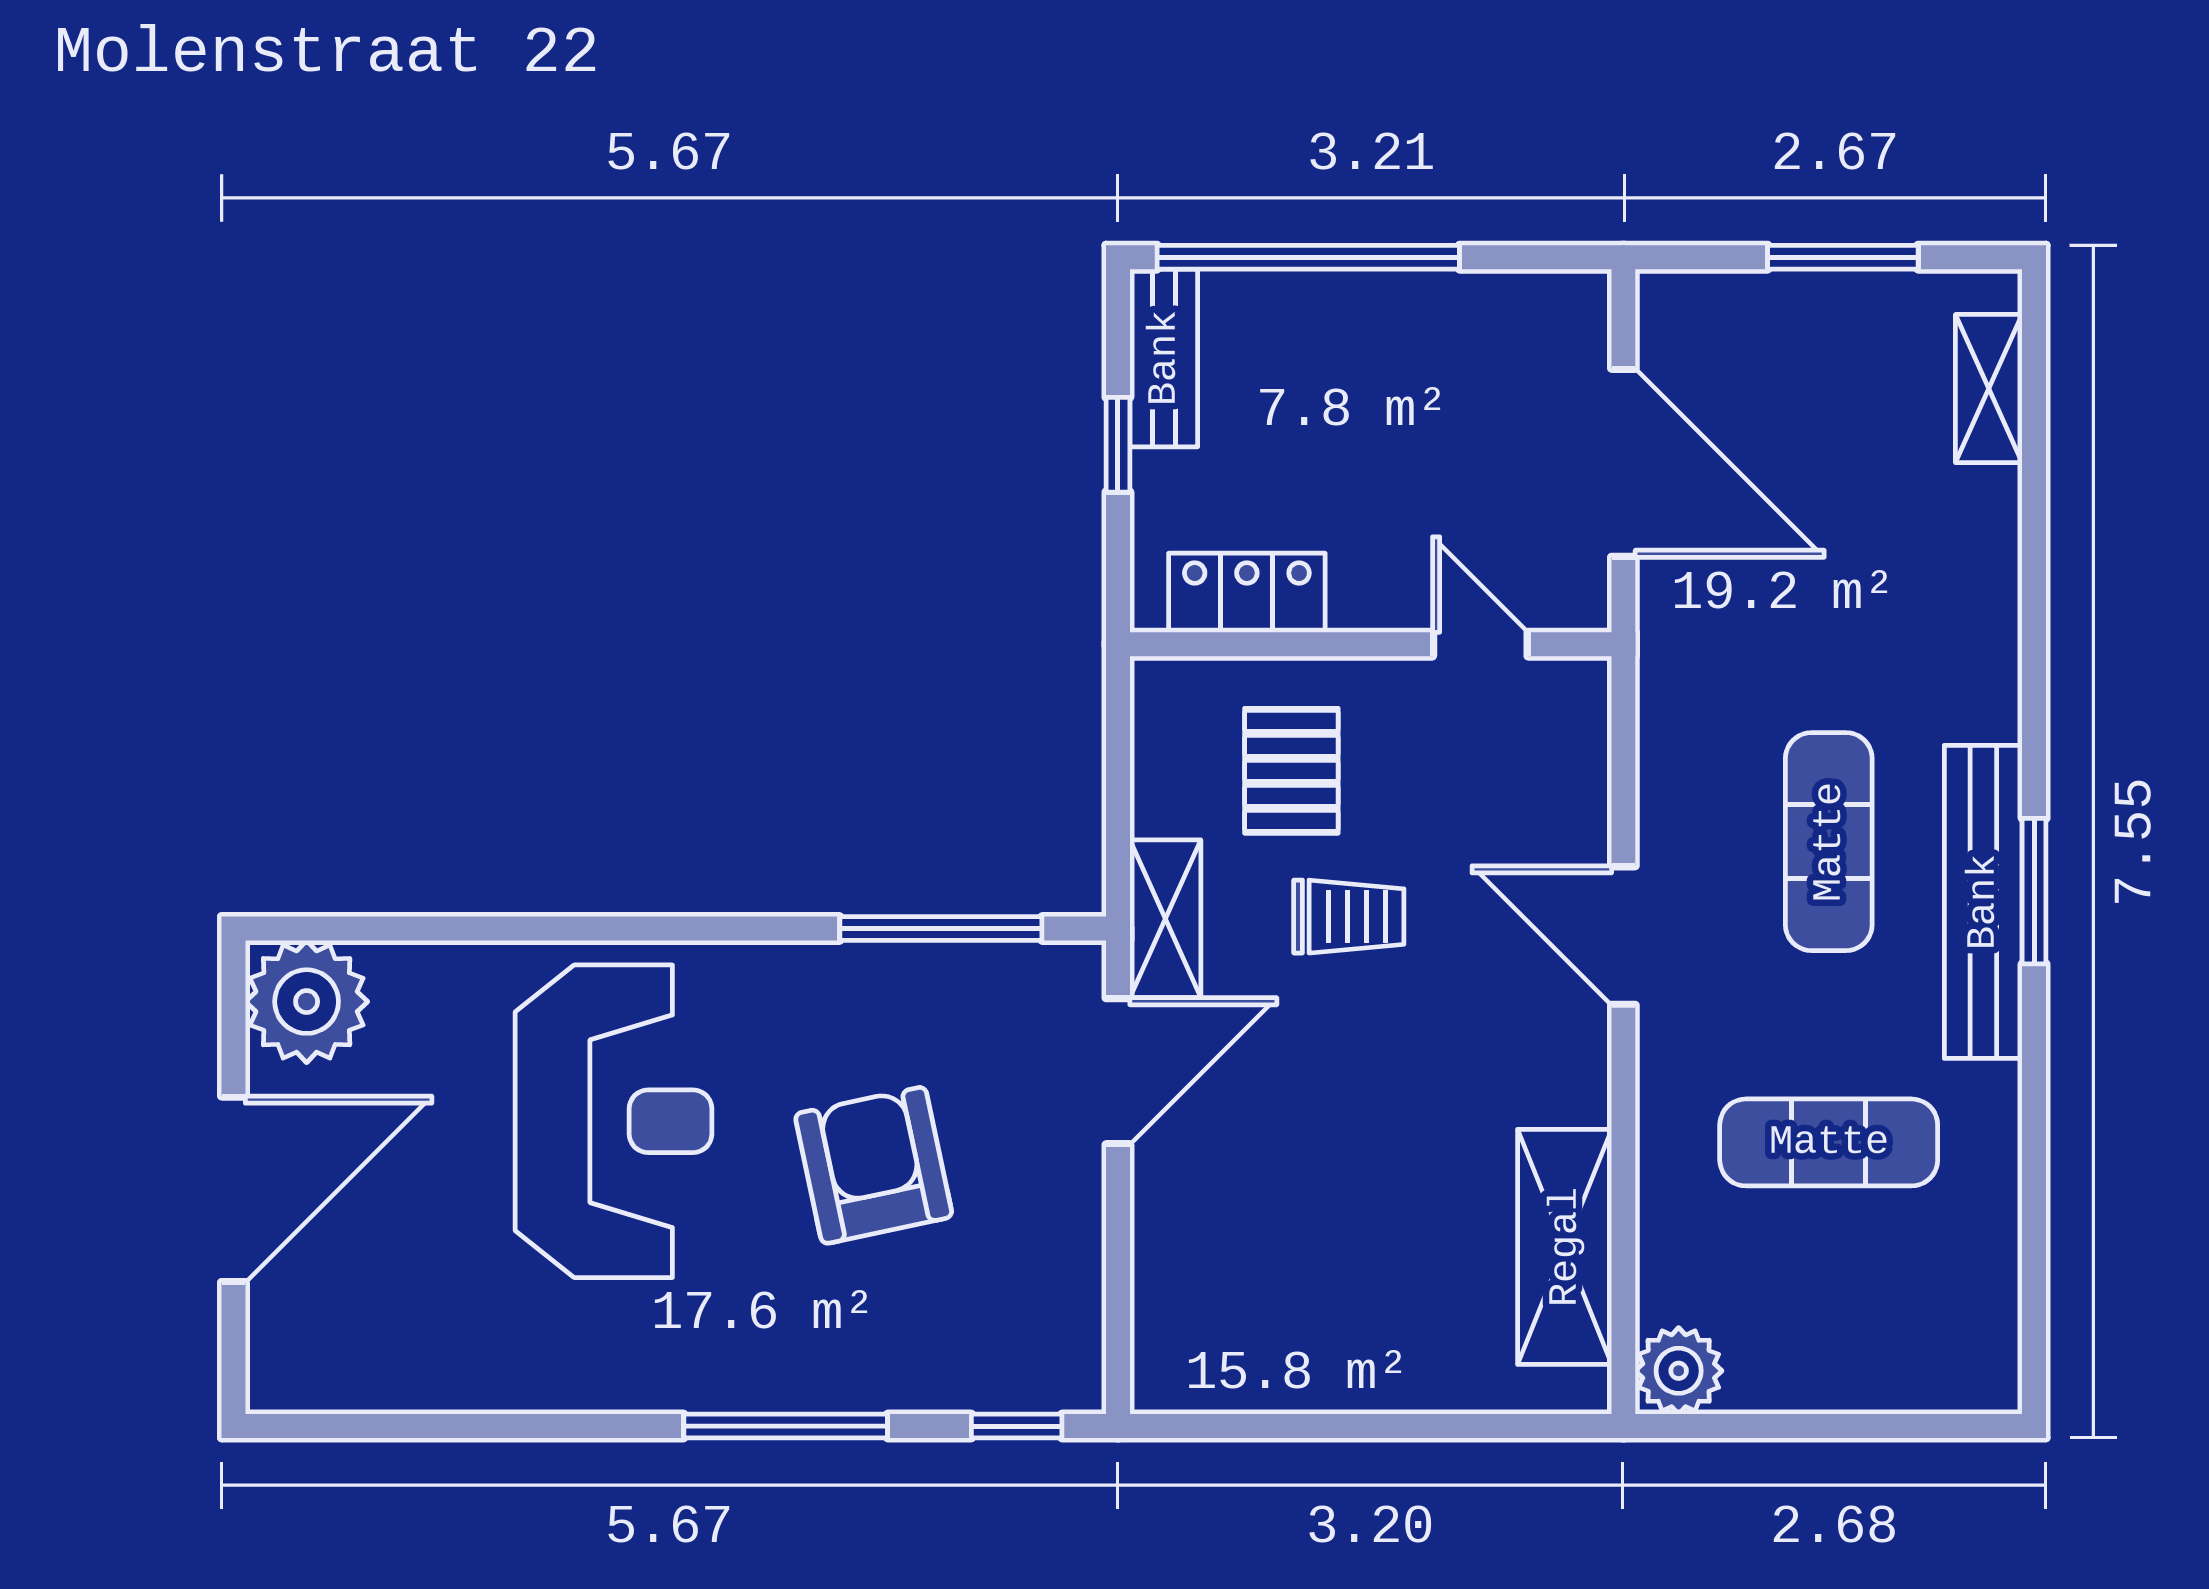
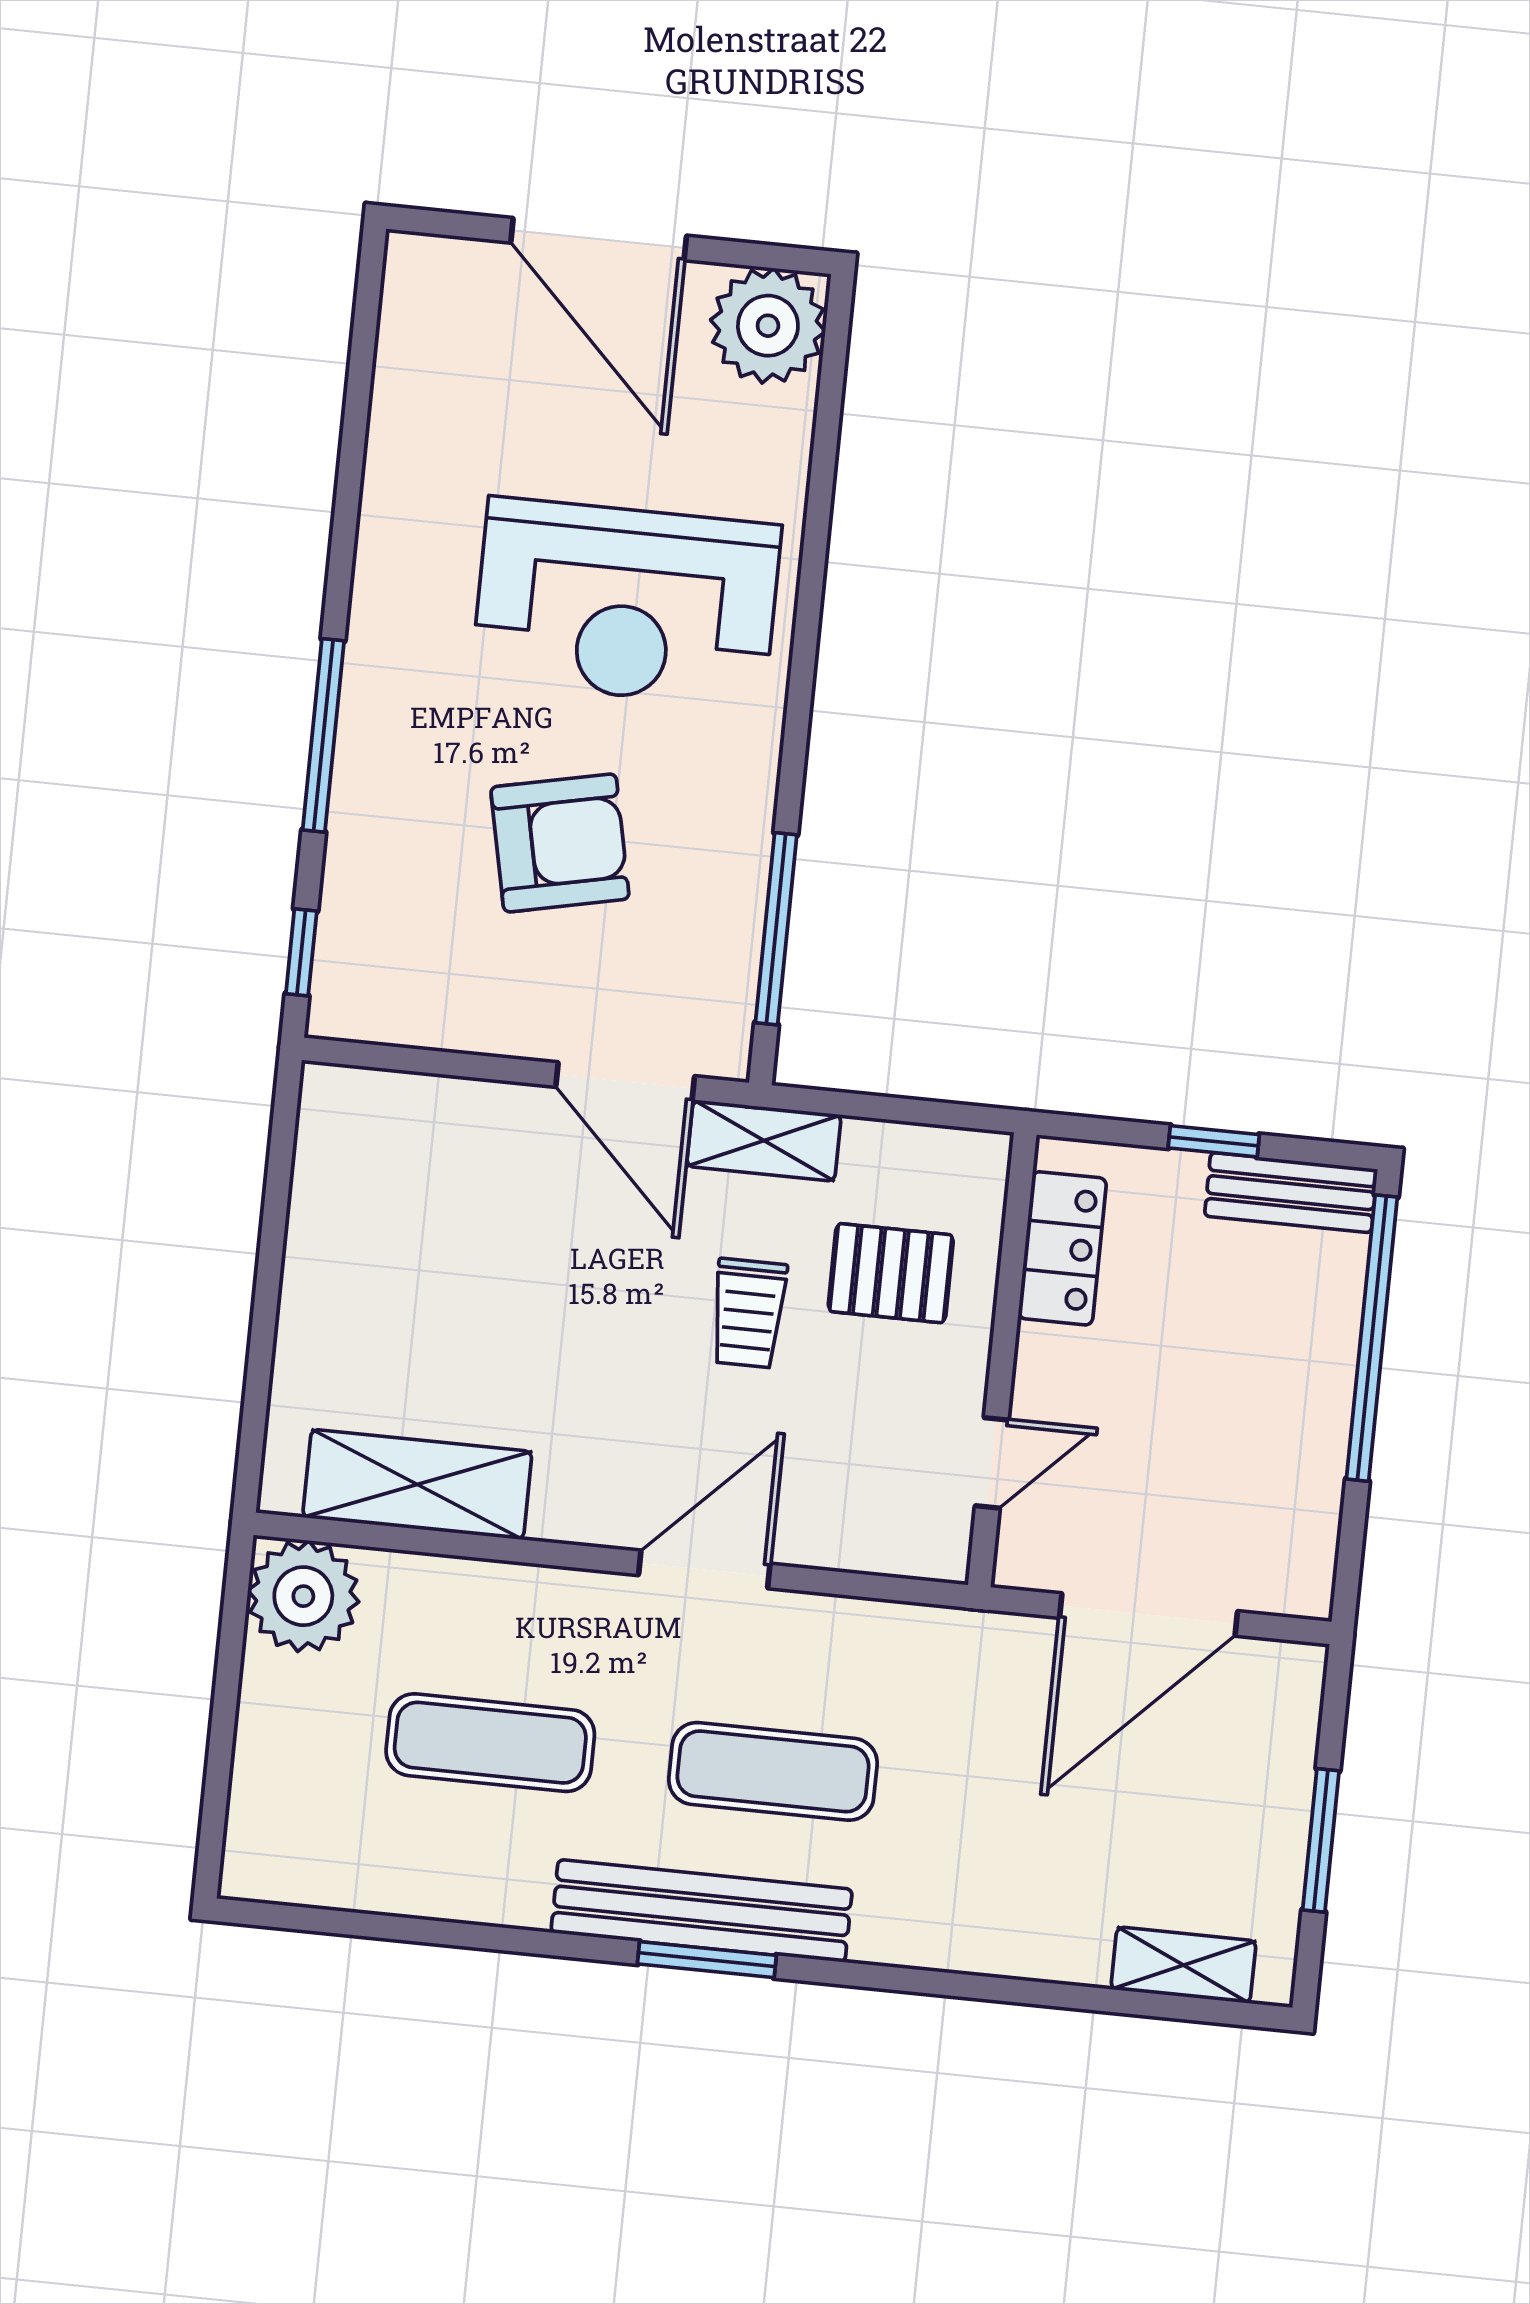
exercise mat: (1829, 1142) -> (490, 1743), turned 90
plant: (1679, 1371) -> (303, 1596), width x1.36, depth x1.36

